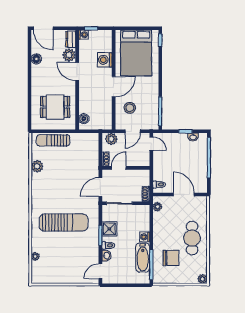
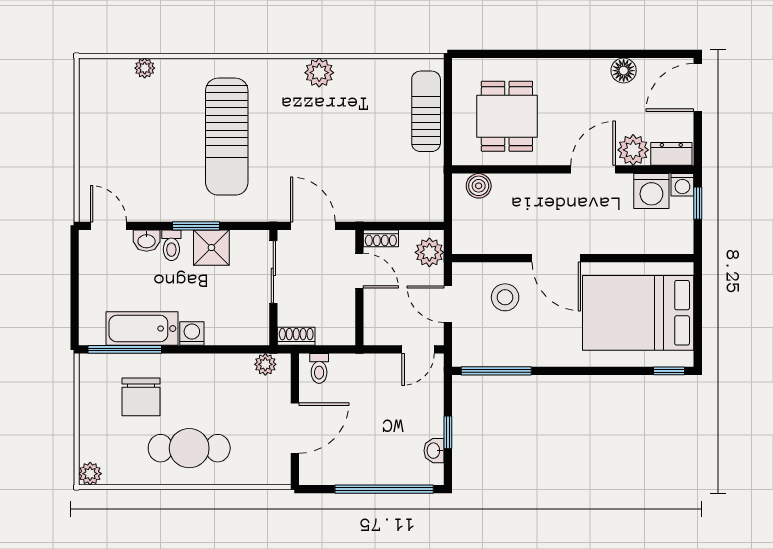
washing machine: (105, 60) -> (651, 191), moved, turned 180
plant: (37, 166) -> (319, 73), moved

